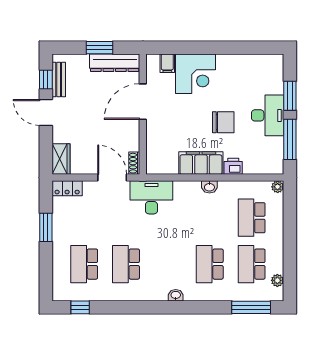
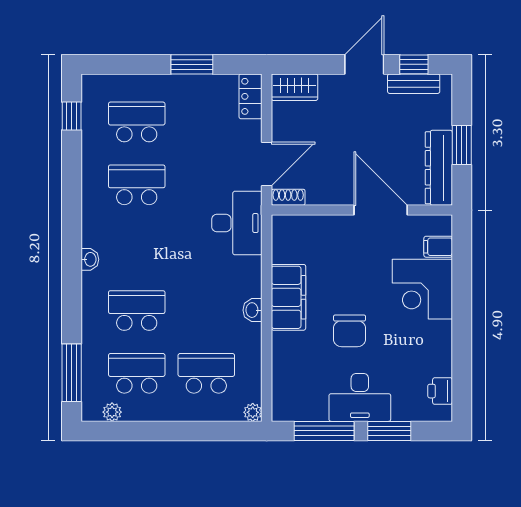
printer: (233, 166) -> (440, 391), moved, turned 180

